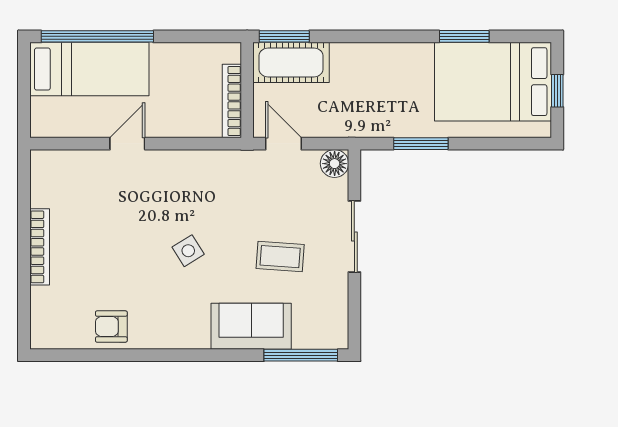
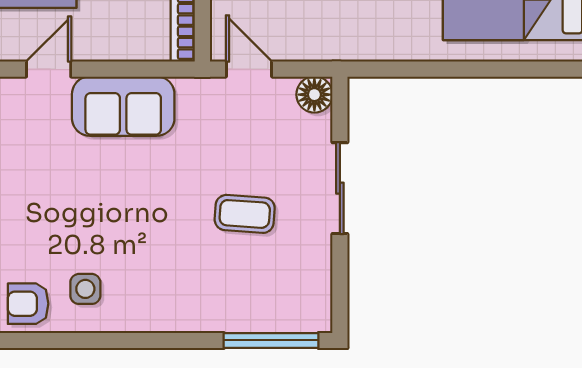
window: (421, 144) -> (425, 69), removed
side table: (188, 251) -> (85, 289), moved, turned 32
sofa: (251, 326) -> (123, 106), moved, turned 180

